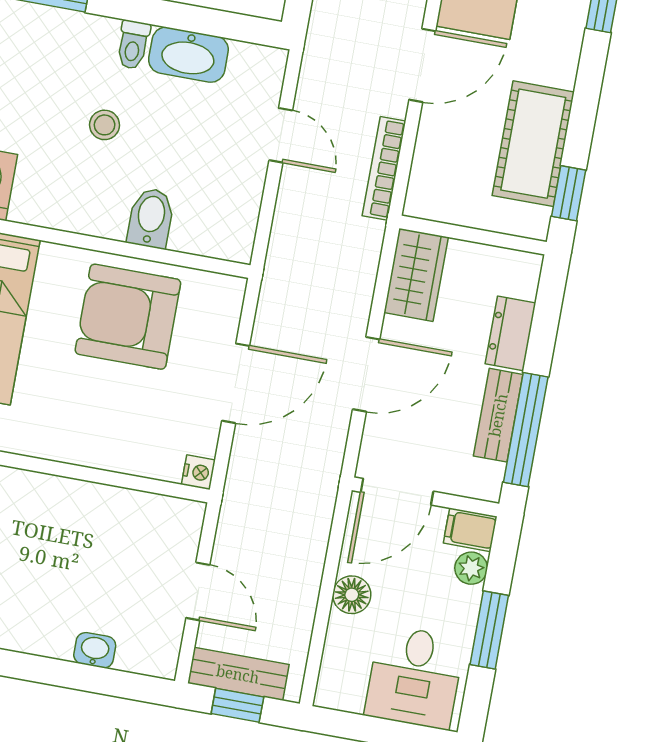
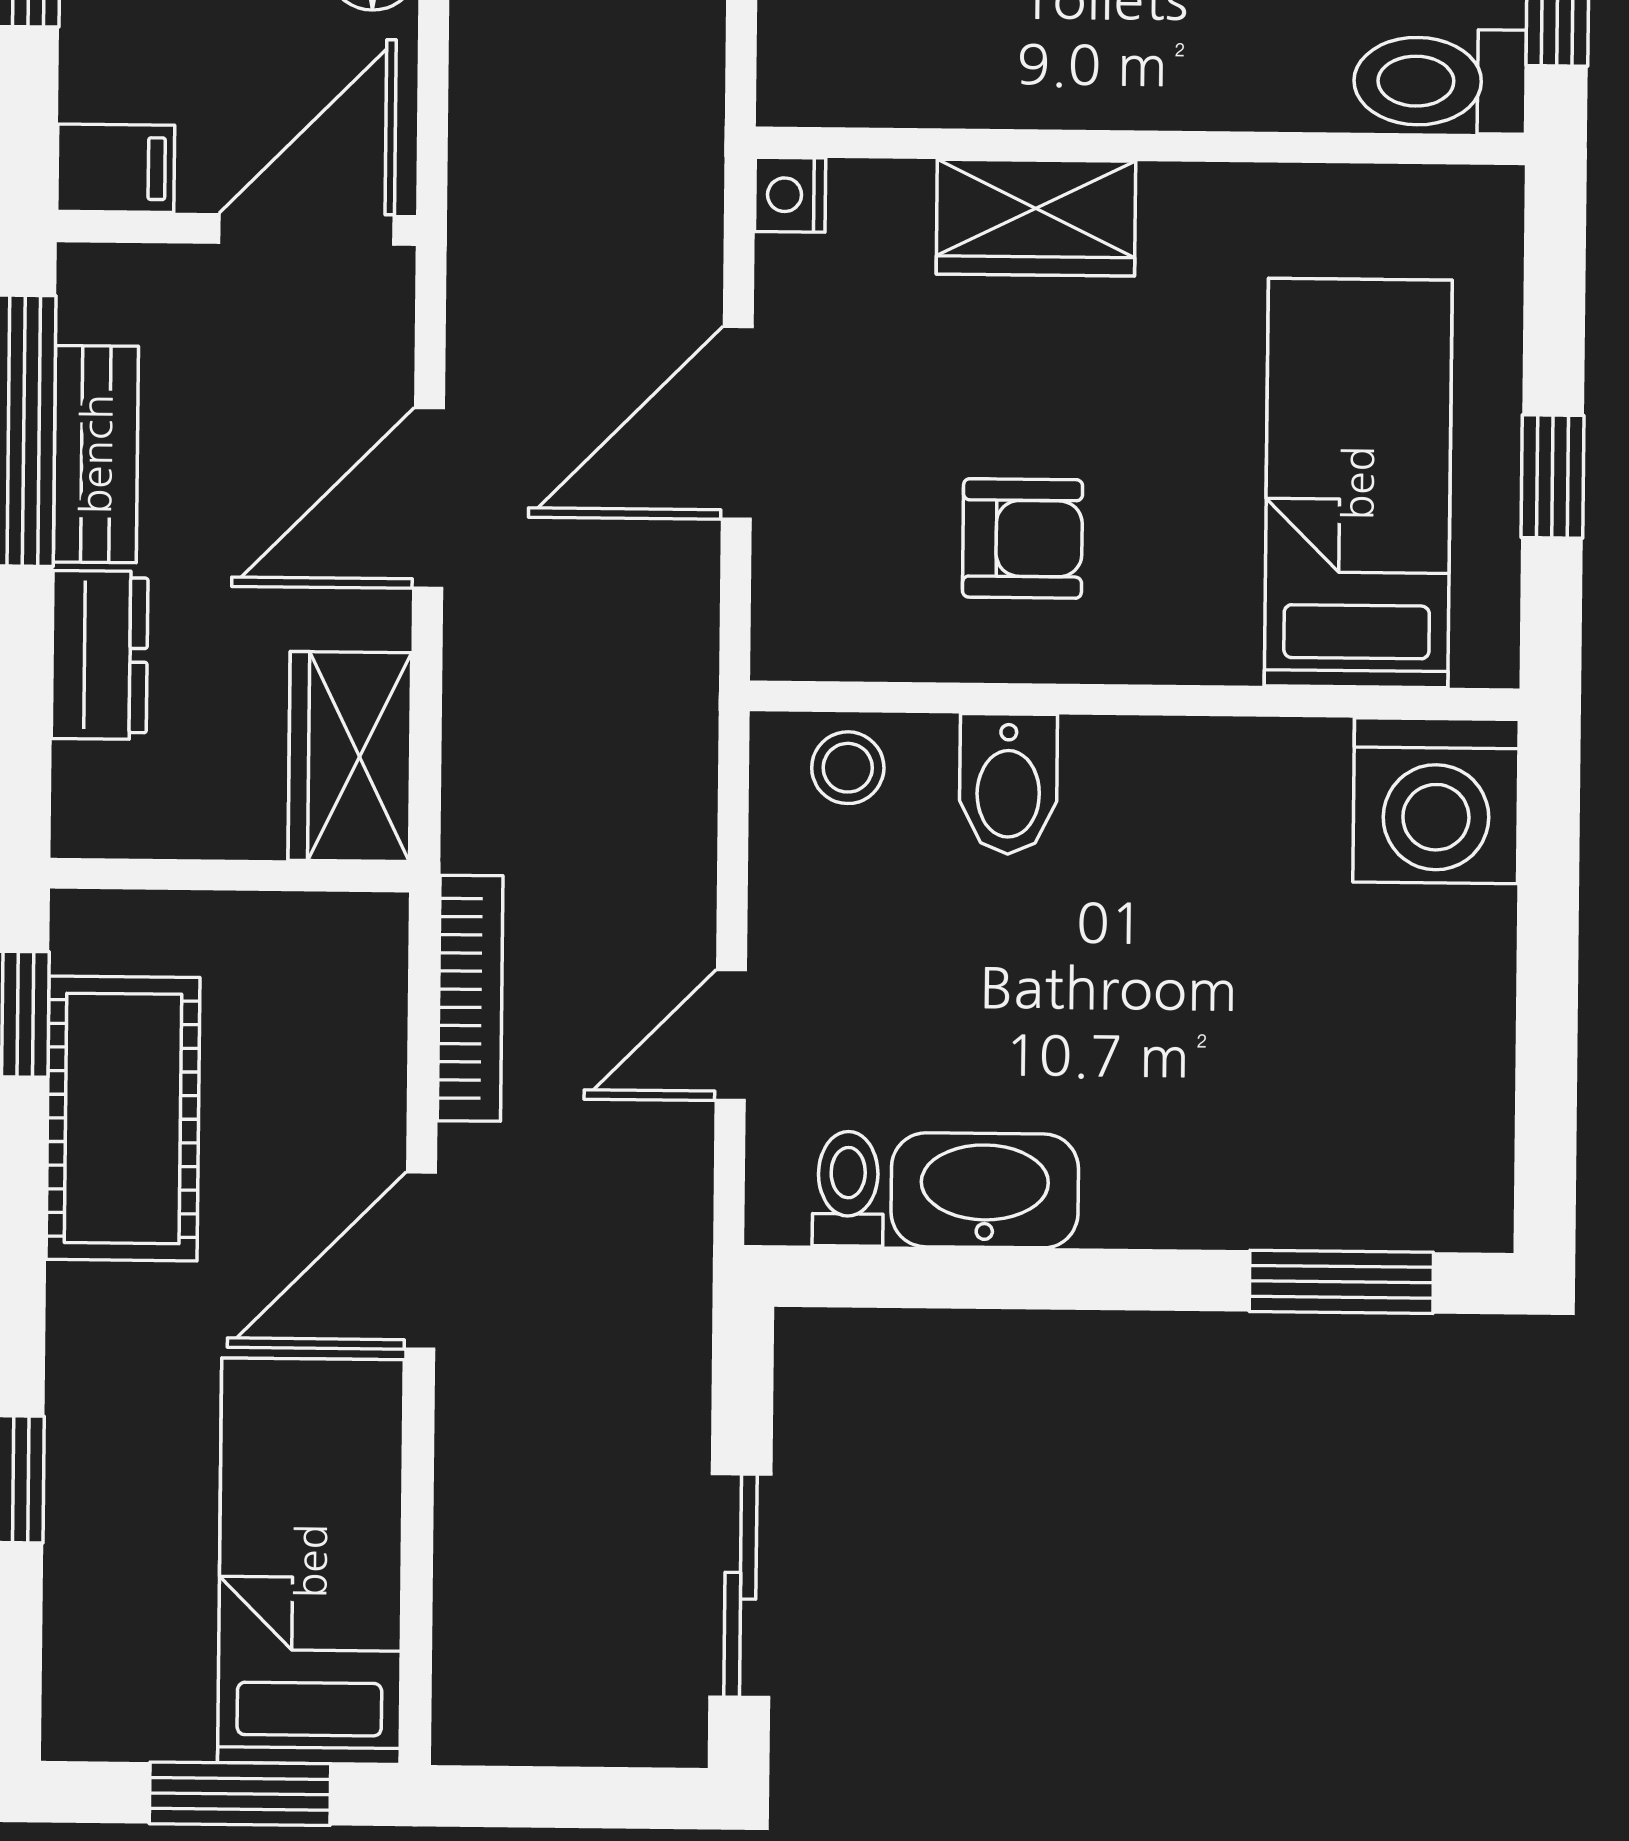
toilet: (133, 45) -> (848, 1189), moved
stool: (105, 125) -> (848, 768), moved
door: (281, 135) -> (731, 1035), hinge flipped
armchair: (128, 317) -> (1023, 538), width x0.53, depth x0.53
wardrobe: (100, 446) -> (1036, 218), added
plant: (471, 568) -> (98, 77), removed

